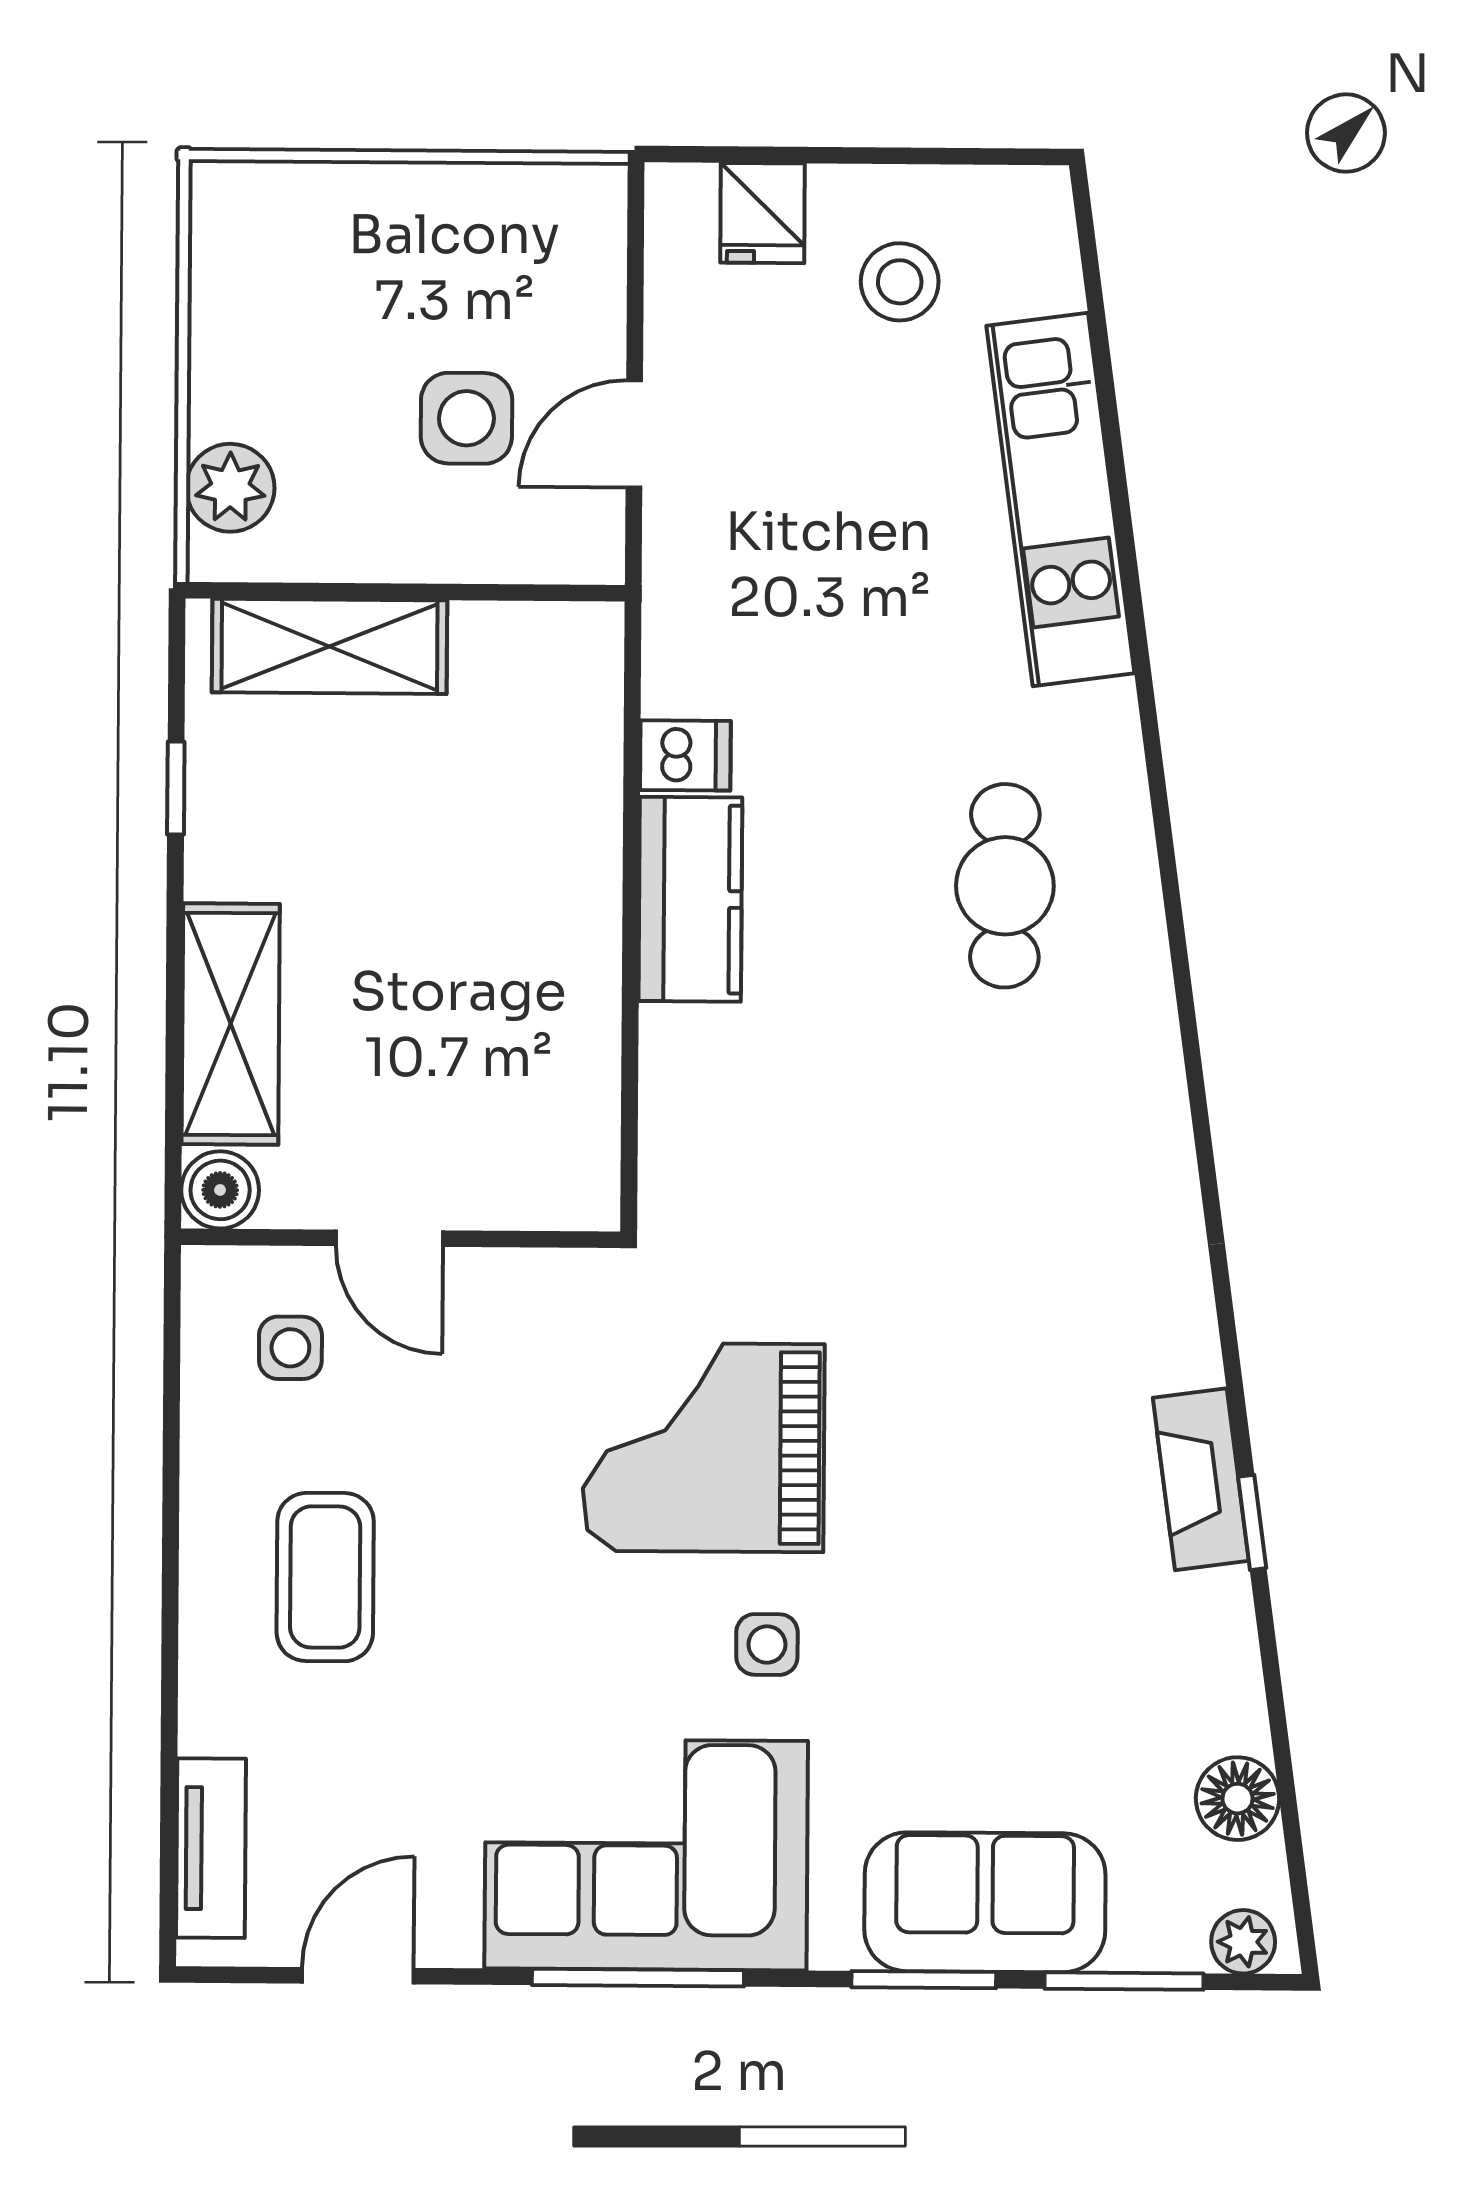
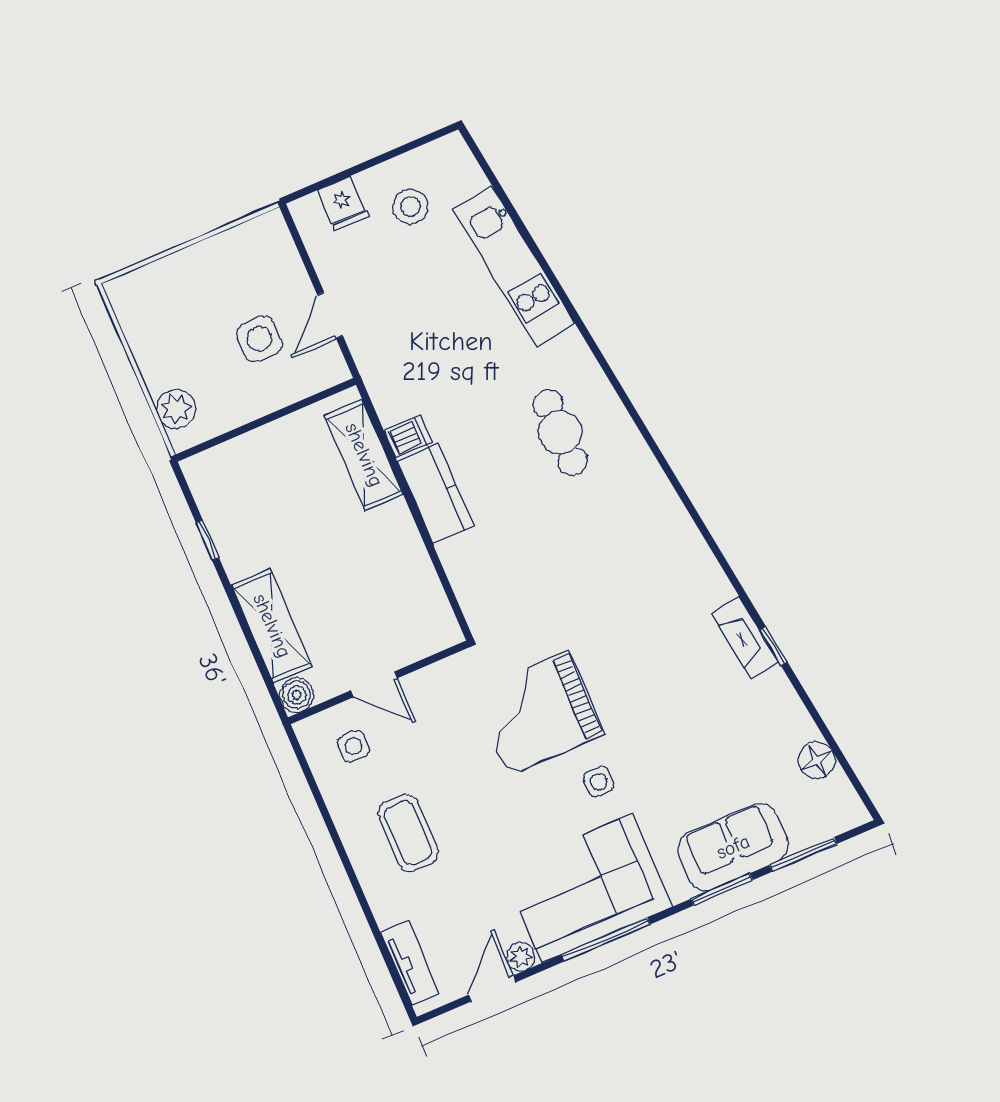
shelving: (329, 646) -> (364, 455), moved, turned 90
plant: (1243, 1942) -> (521, 957), moved

